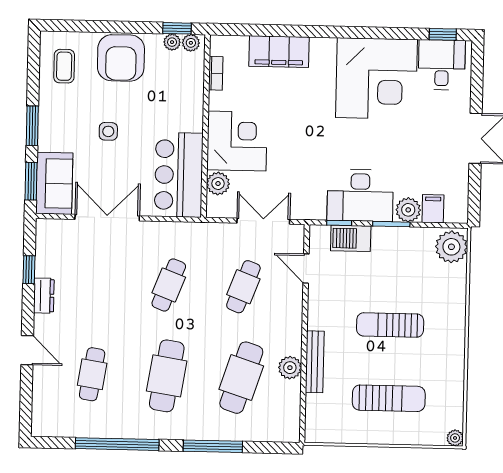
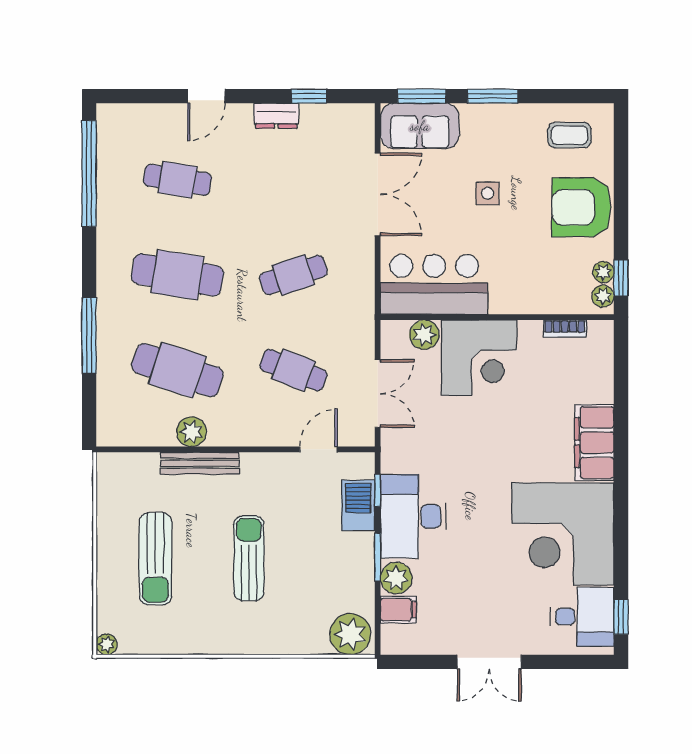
filing cabinet: (279, 52) -> (594, 443), moved
cafe table: (169, 285) -> (293, 275), turned -39
window: (117, 444) -> (89, 174), moved

